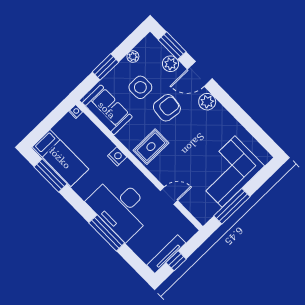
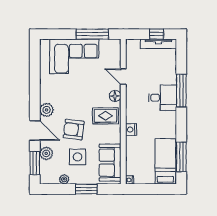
floor lamp: (160, 172) -> (115, 96), added
desk: (121, 207) -> (163, 98), width x0.53, depth x0.77

